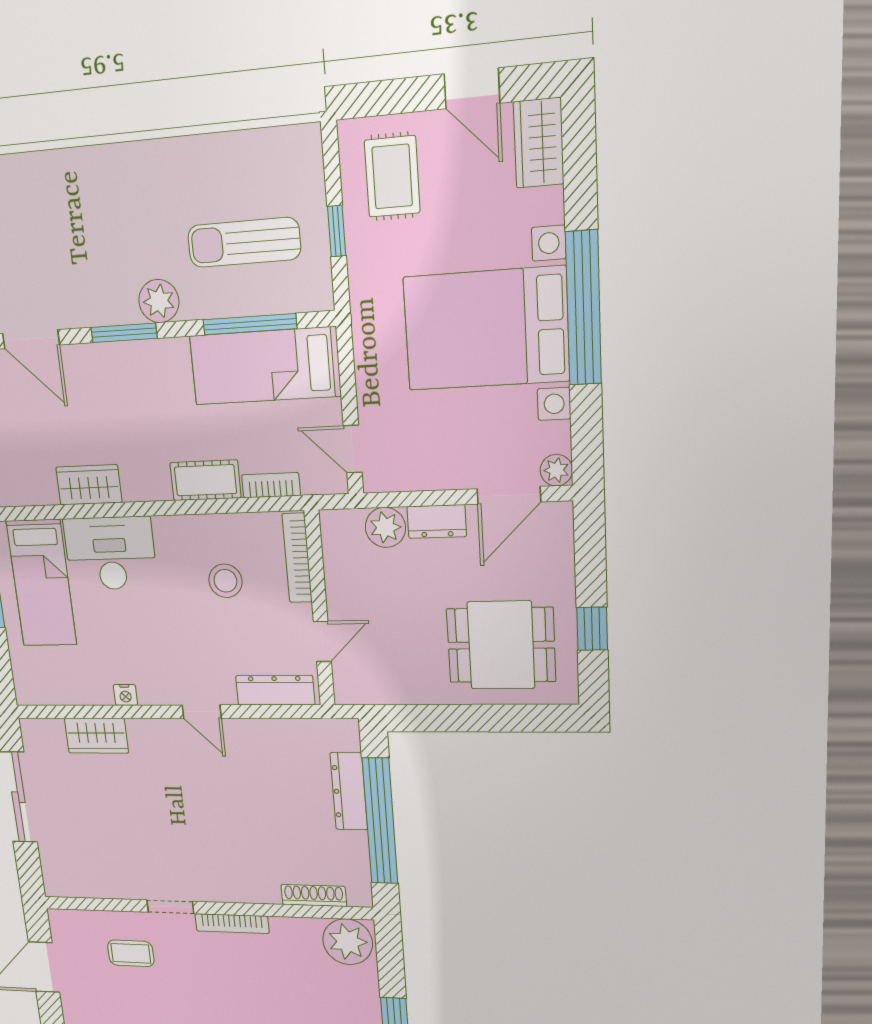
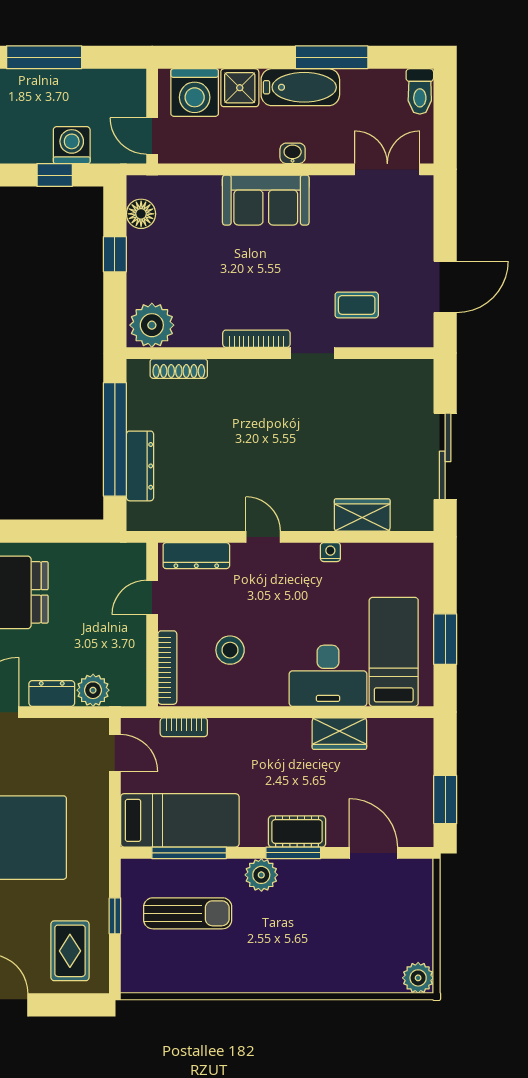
cot: (205, 480) -> (297, 831), moved

